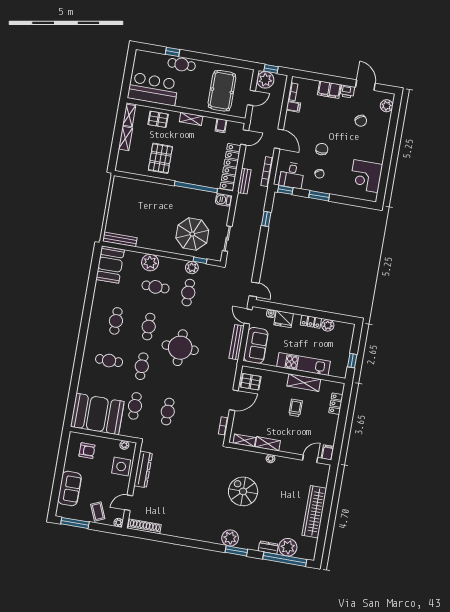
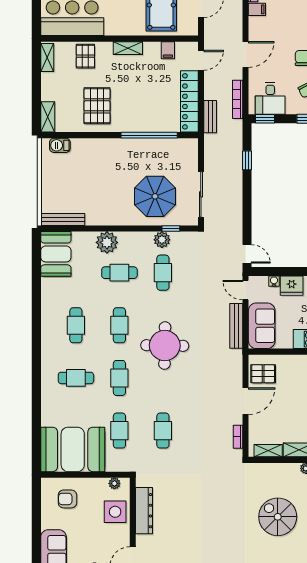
pallet: (158, 119) -> (85, 56), turned 90
shelving: (125, 138) -> (48, 117), moved
door: (279, 139) -> (245, 54), hinge flipped
barbecue: (224, 200) -> (60, 145), moved
sliding door: (227, 239) -> (201, 194), width x1.37
armchair: (87, 451) -> (67, 499), turned 180

